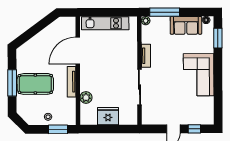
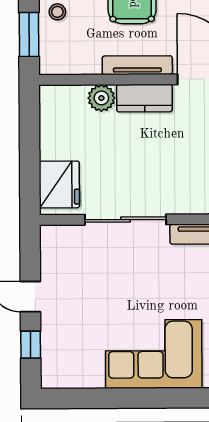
kitchen counter: (86, 79) -> (144, 98), added
fridge: (108, 116) -> (59, 185), moved

